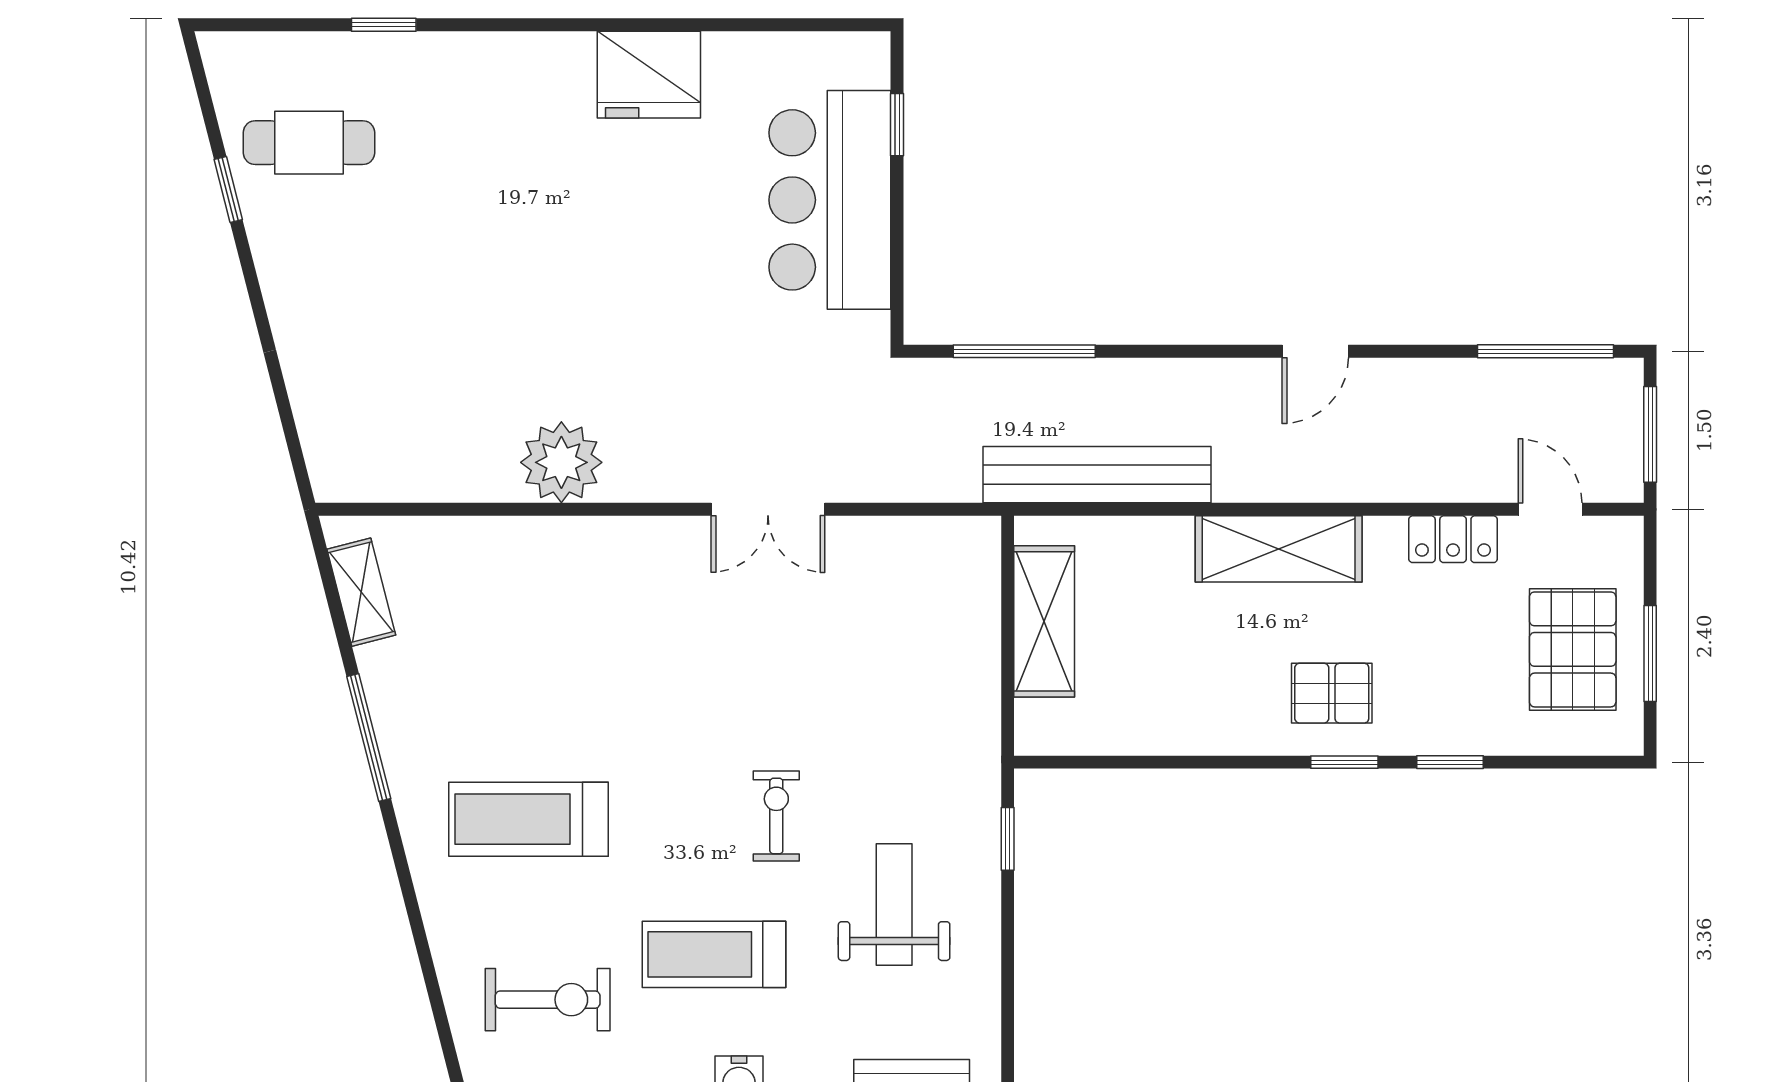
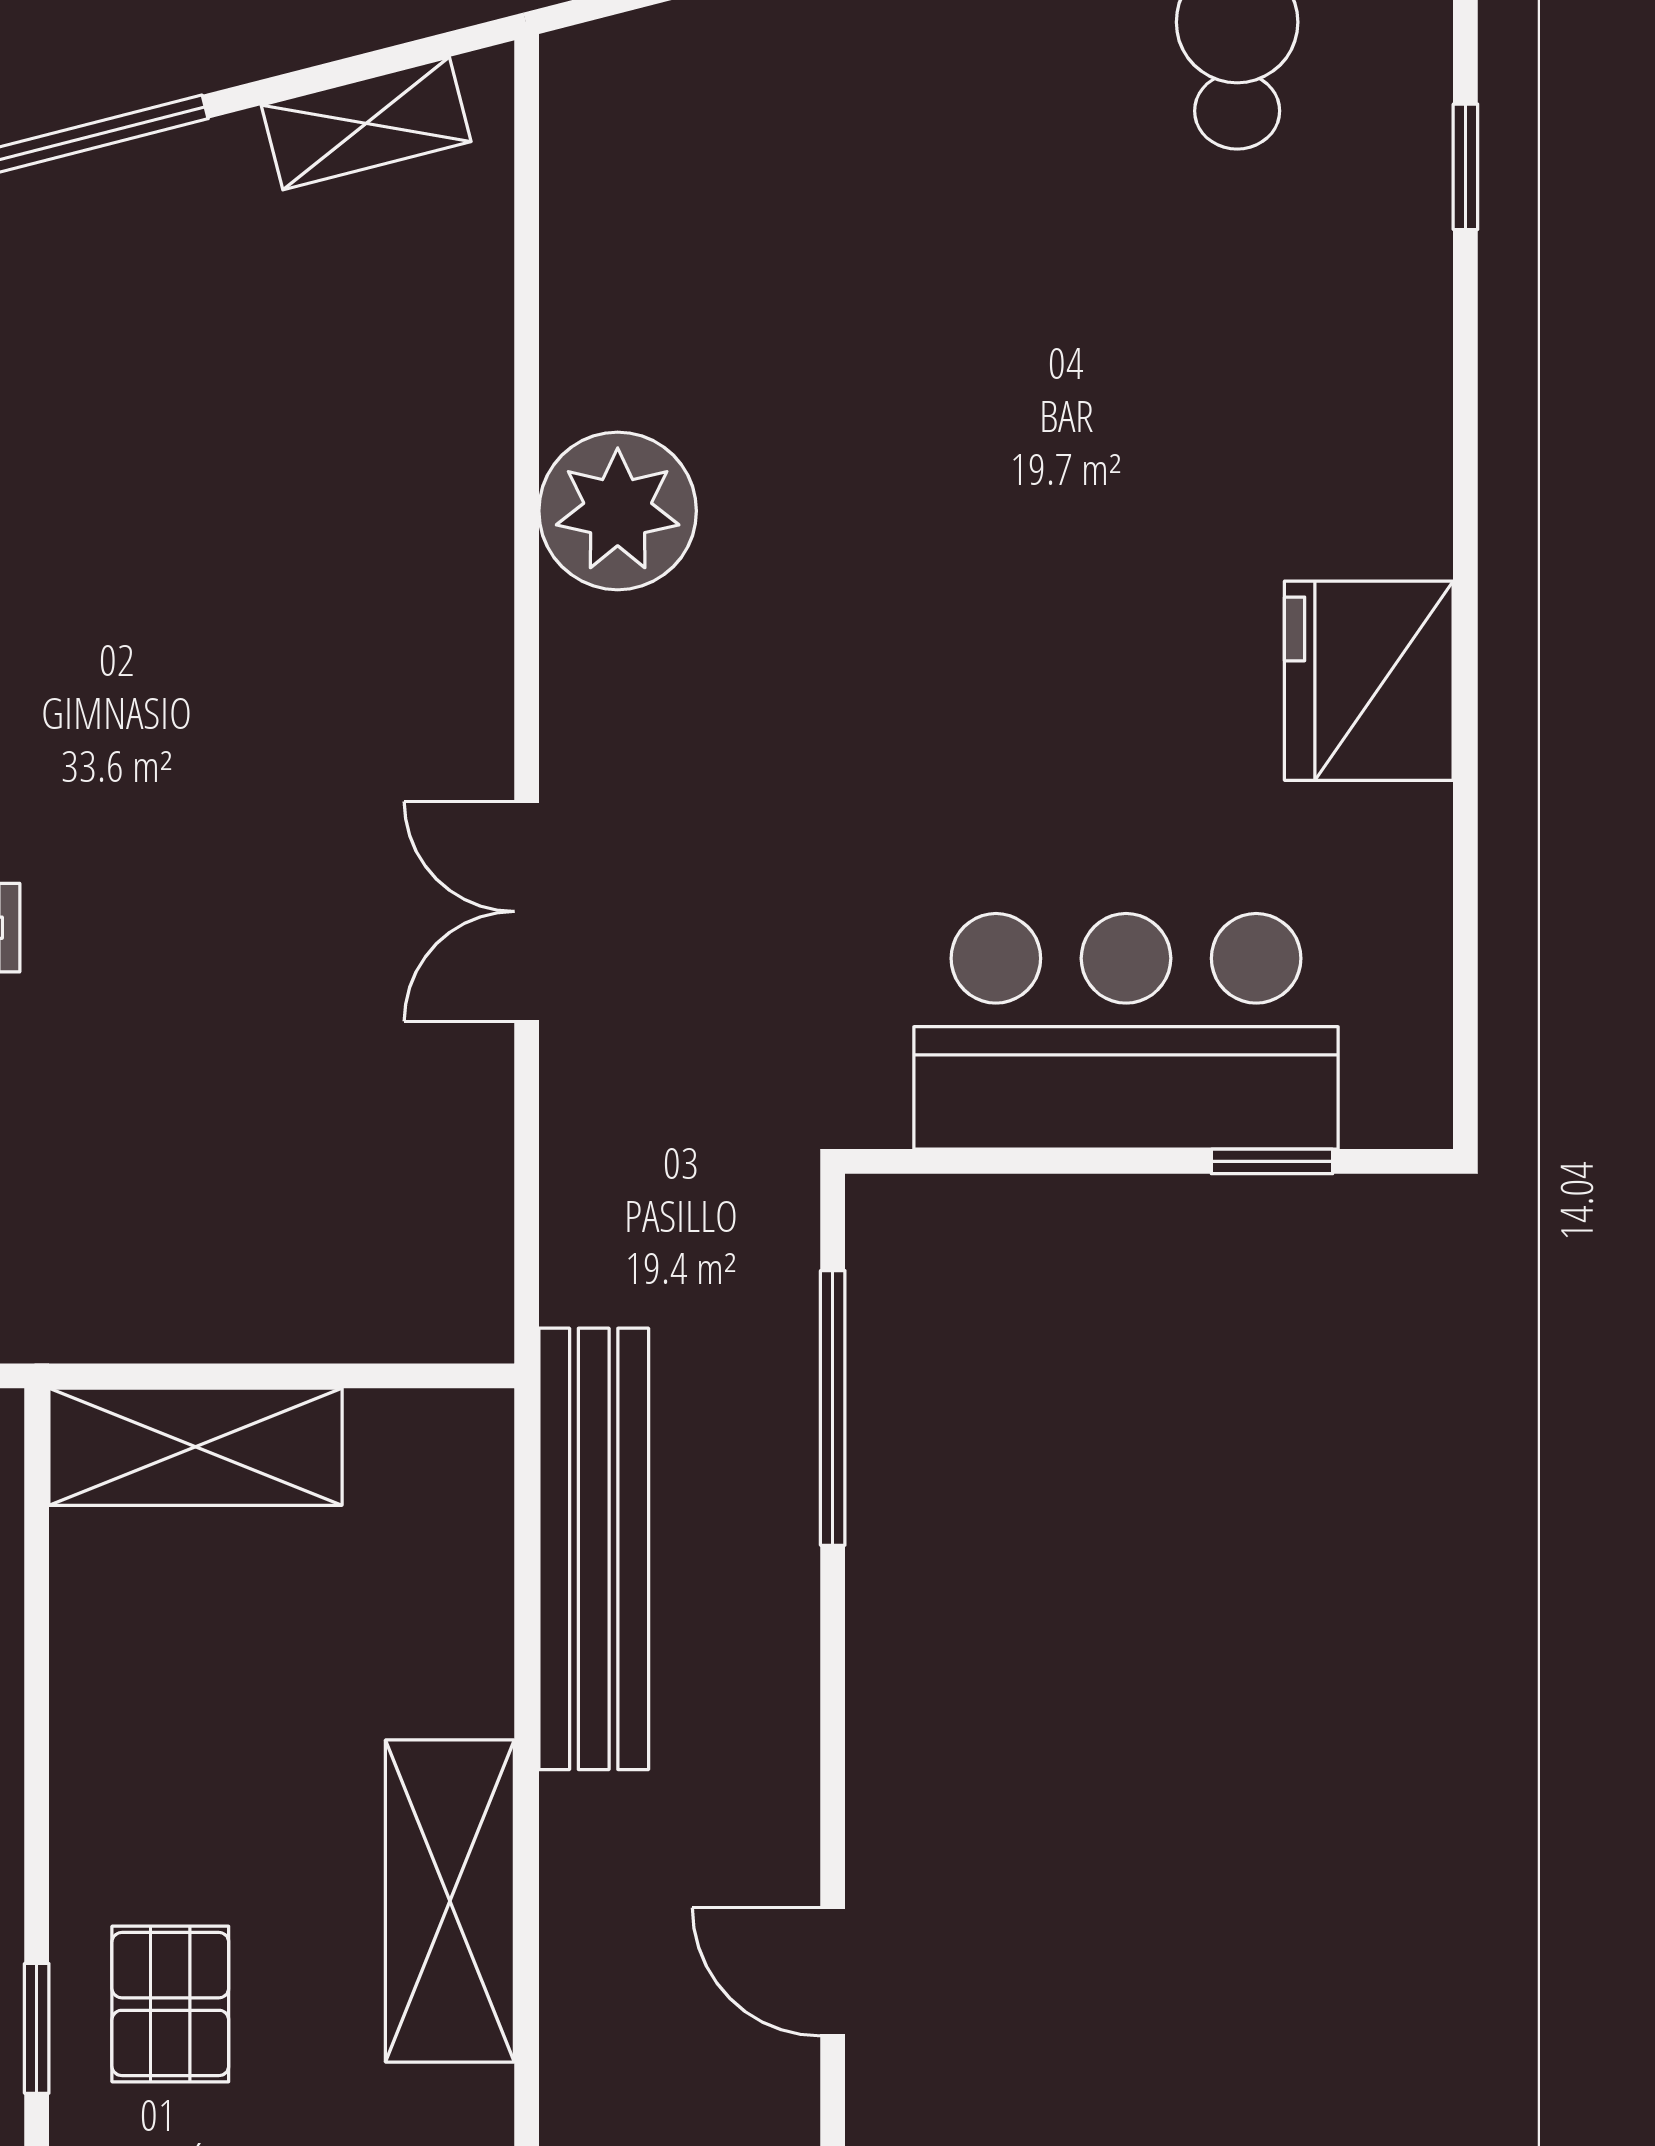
shelving: (1044, 621) -> (196, 1447), moved

